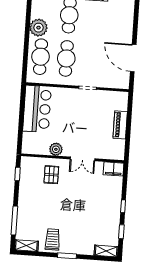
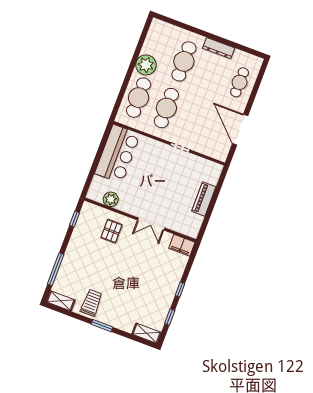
cafe table: (121, 19) -> (240, 82), added
plant: (56, 149) -> (111, 199), moved

